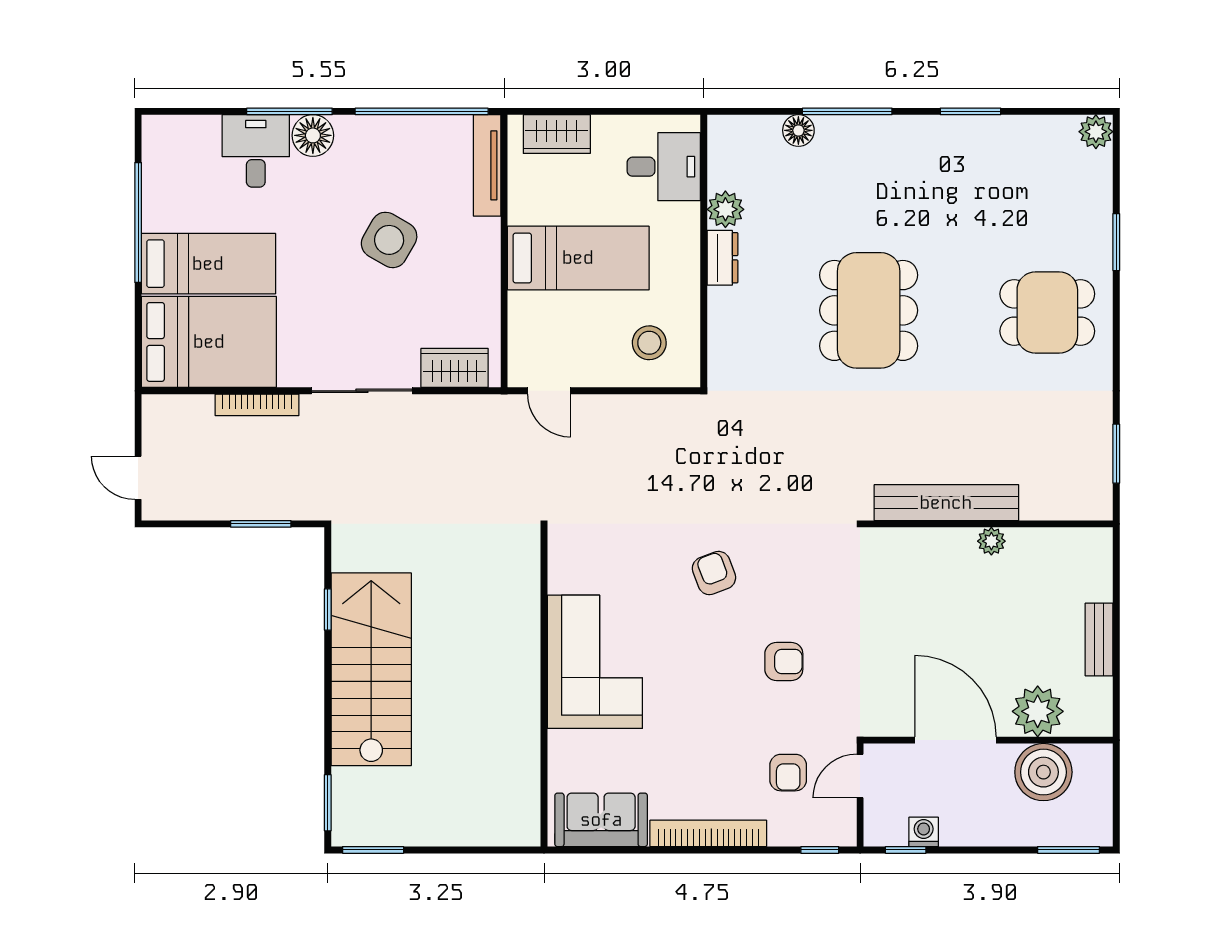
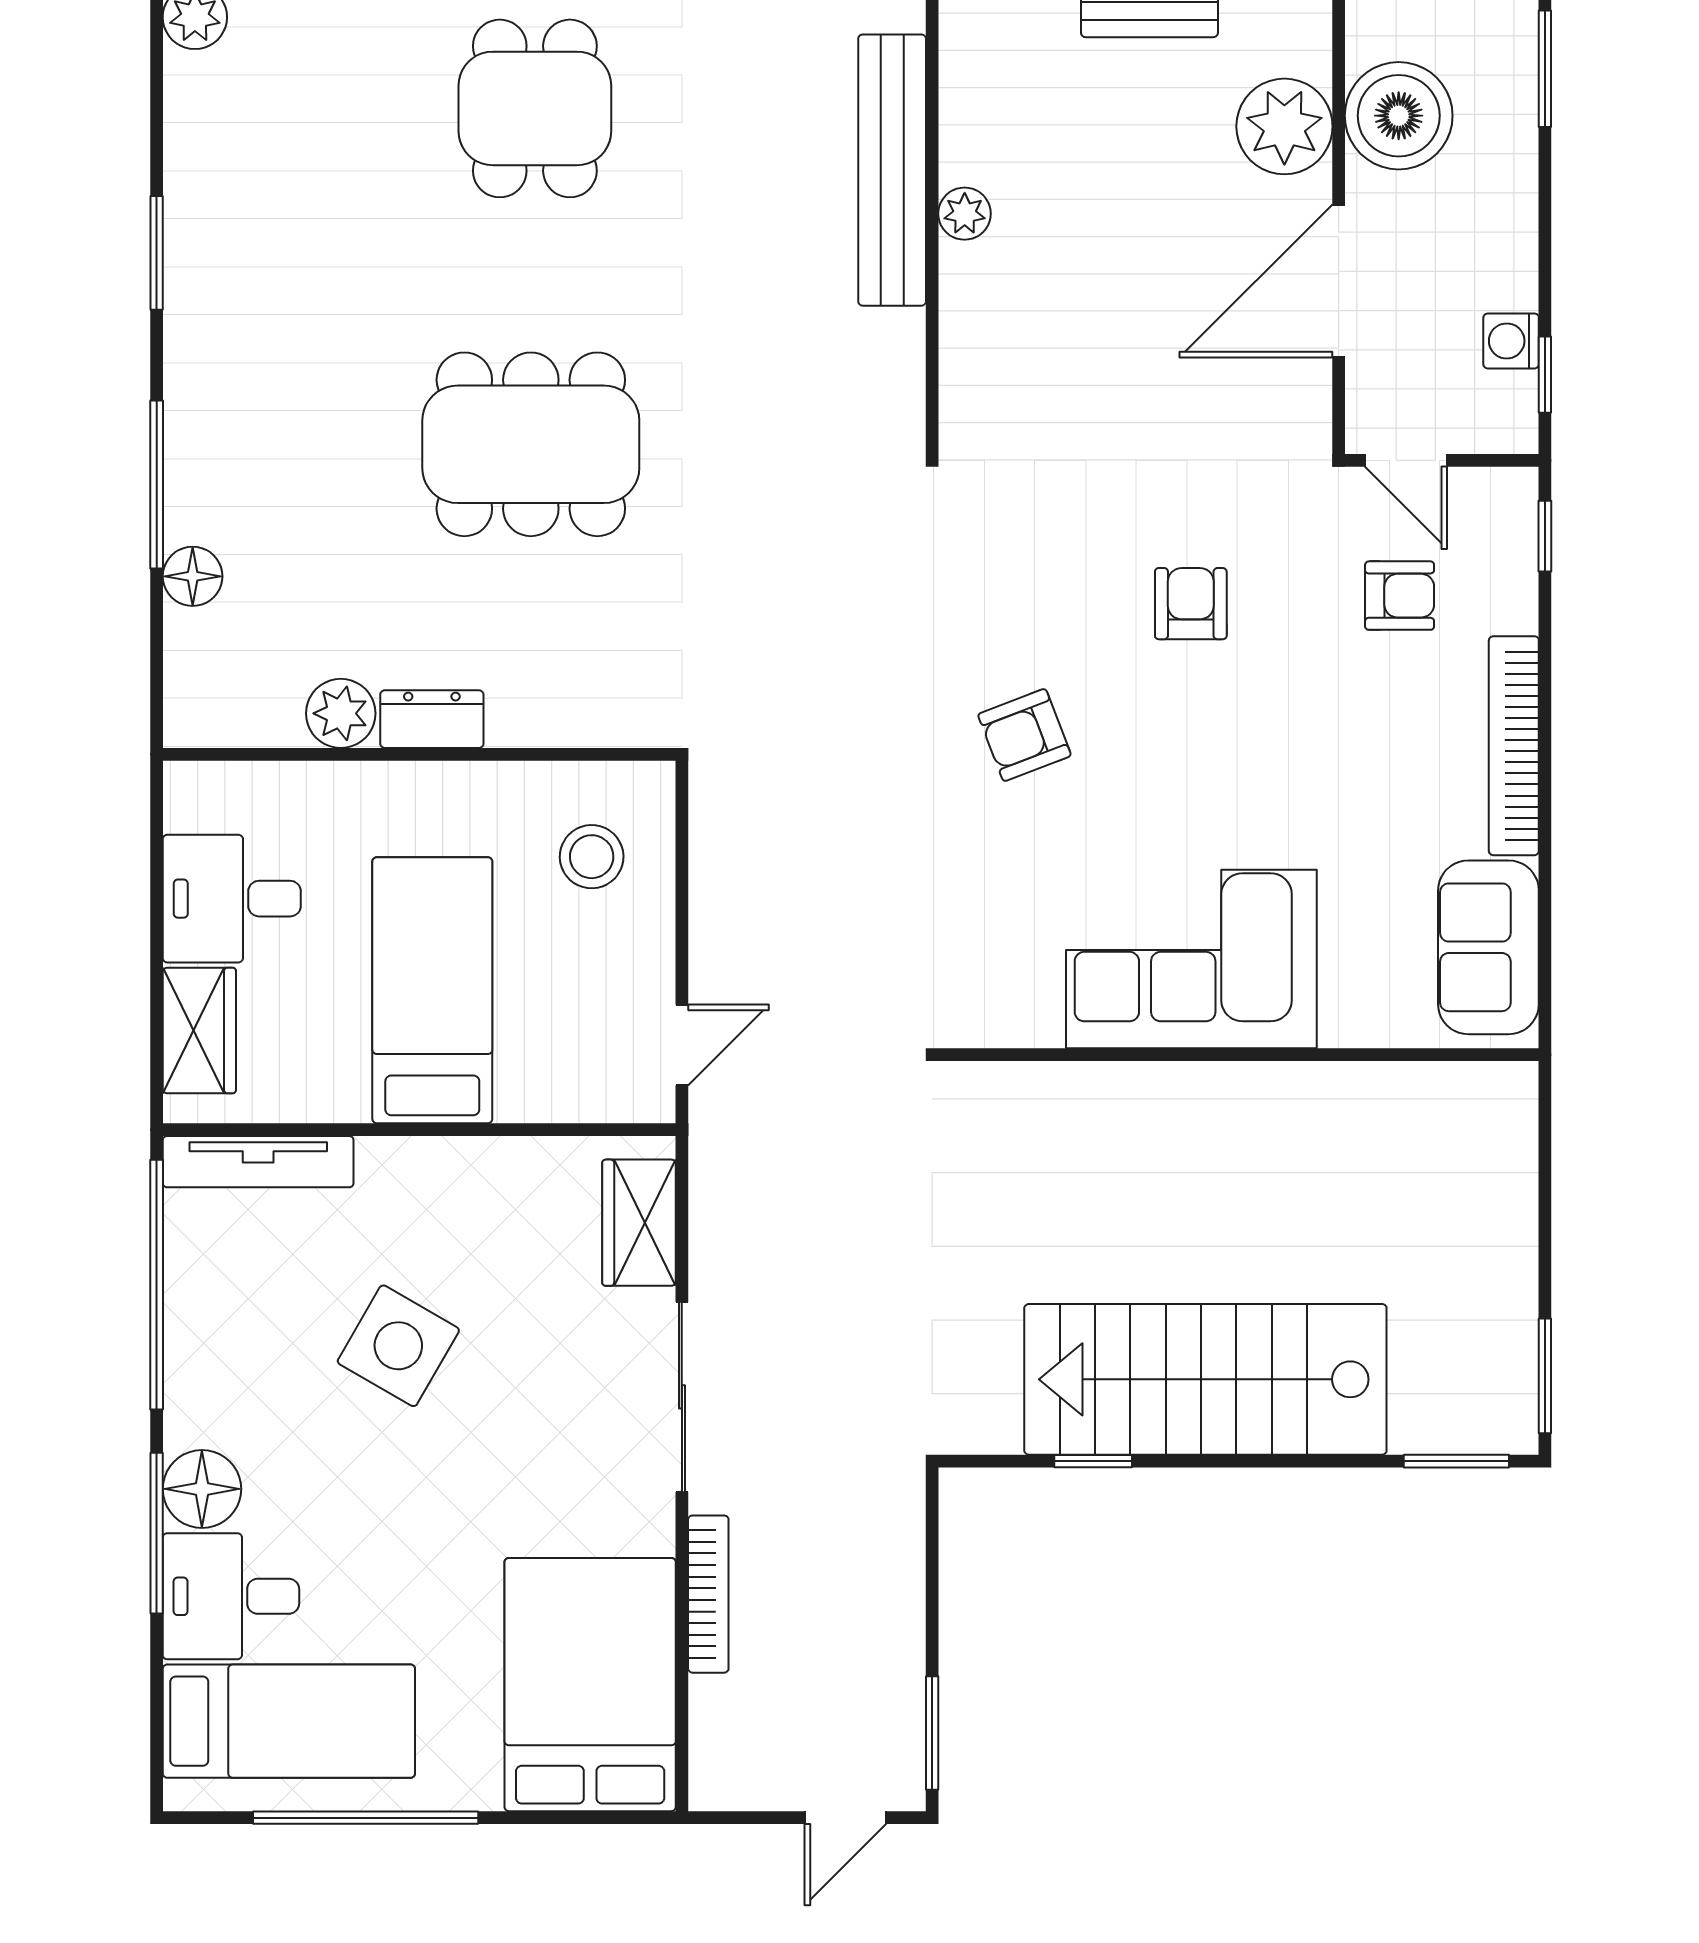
desk: (664, 167) -> (232, 899), moved, turned -90
bed: (208, 264) -> (289, 1721), moved, turned 90
bench: (946, 503) -> (892, 170), moved
window: (261, 524) -> (932, 1733), moved

